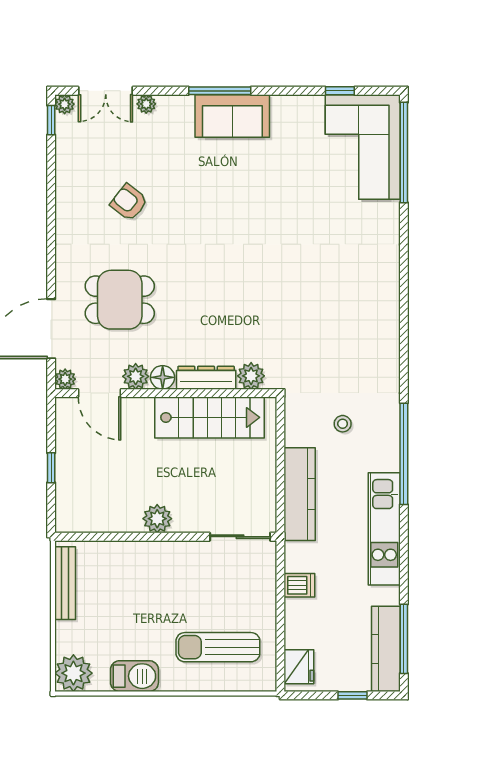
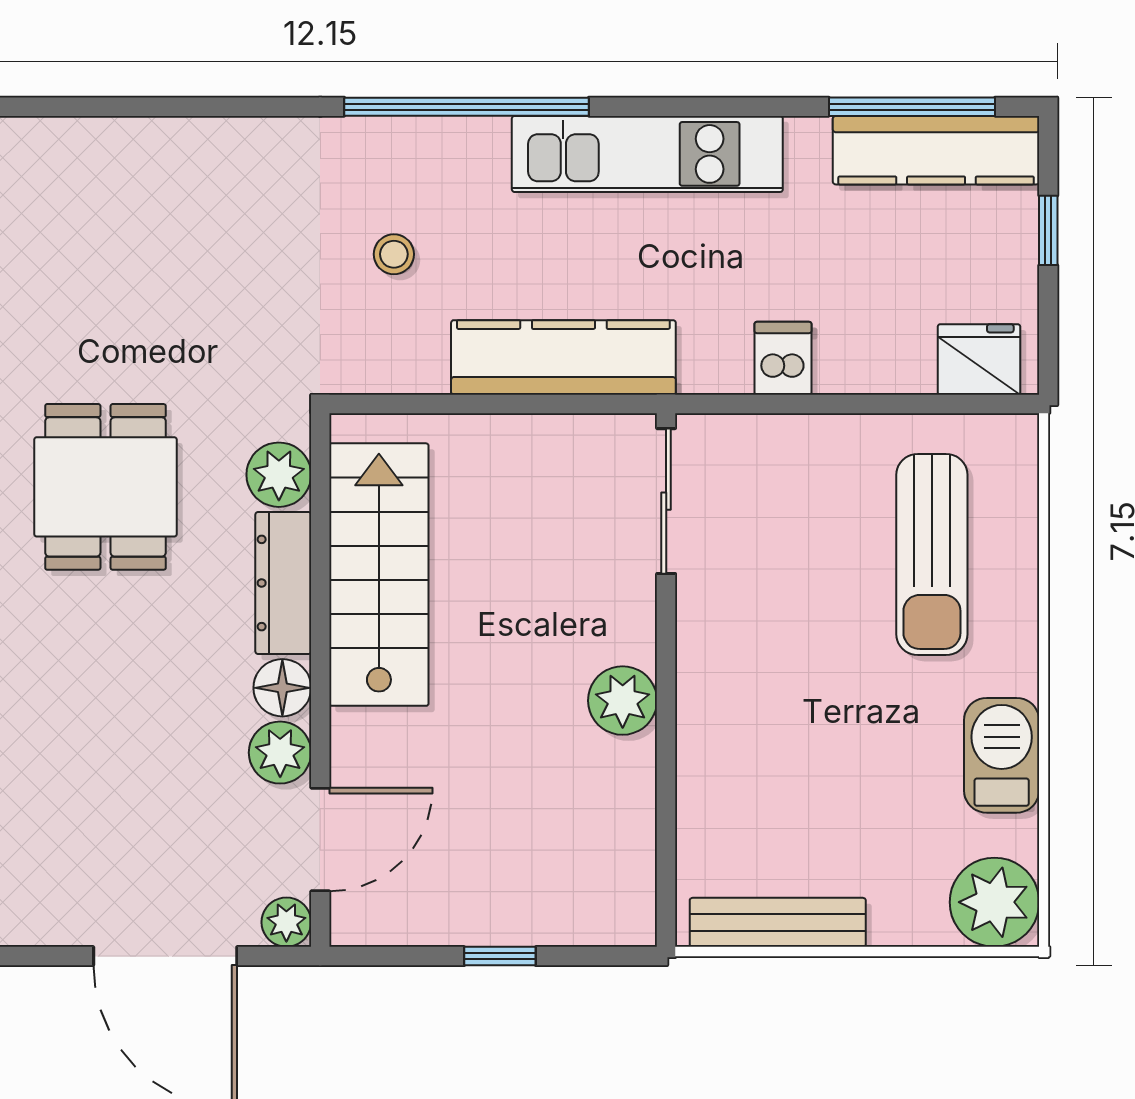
dining table: (120, 300) -> (105, 487), moved

